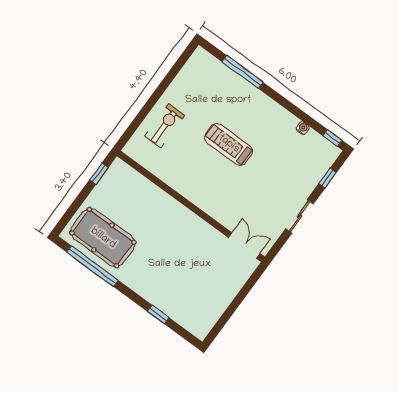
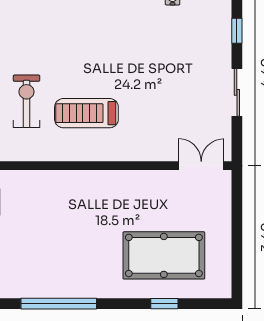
treadmill: (229, 144) -> (86, 113), moved
pool table: (103, 238) -> (164, 255), moved

